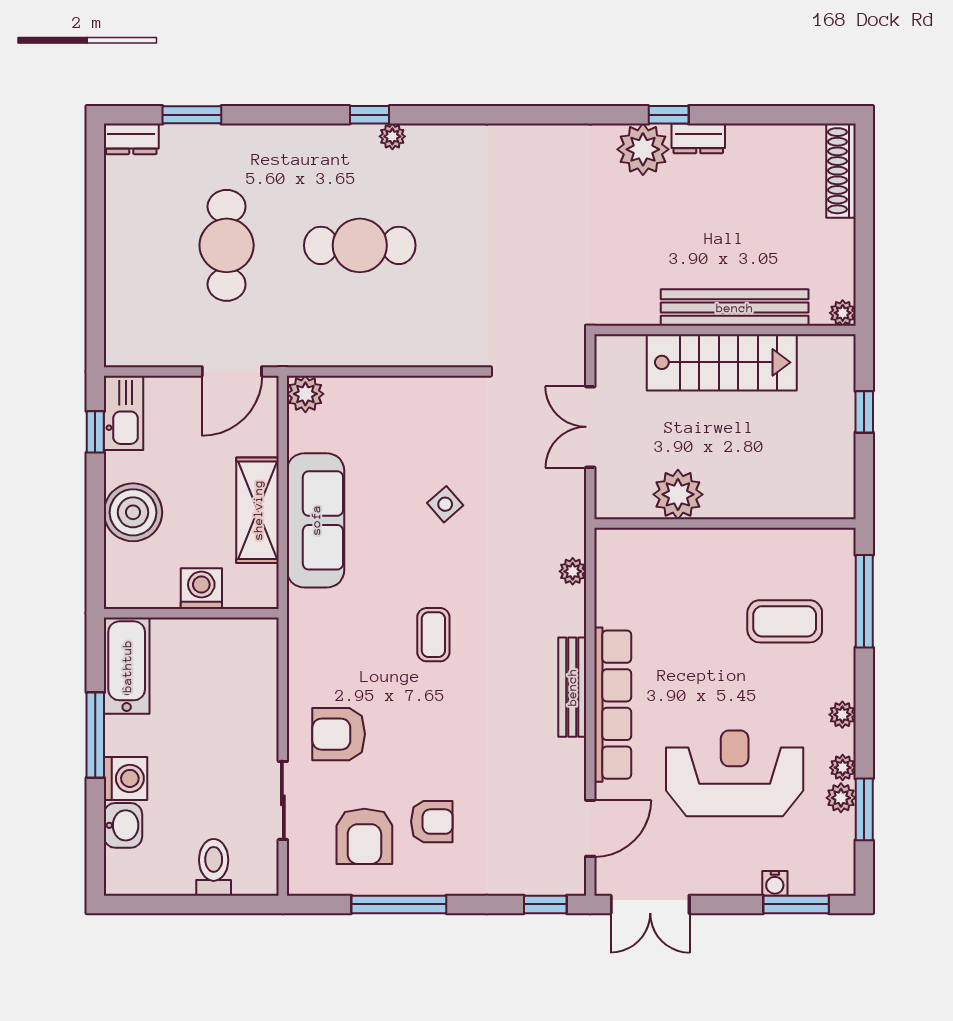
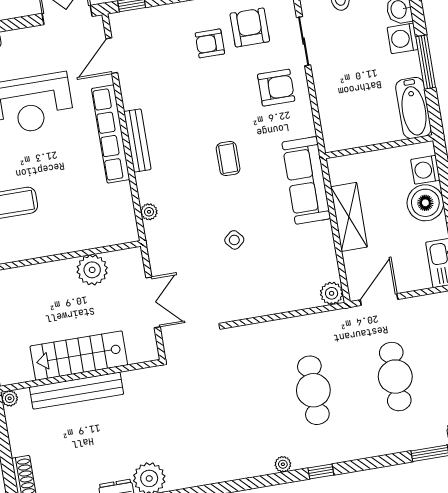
plant: (392, 136) -> (283, 464), moved
cafe table: (360, 245) -> (313, 390), turned 90
sofa: (316, 520) -> (306, 180), moved
washing machine: (201, 589) -> (425, 170), moved, turned 90

